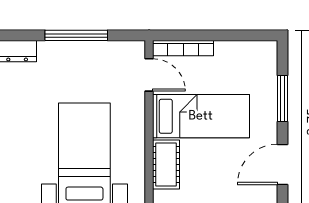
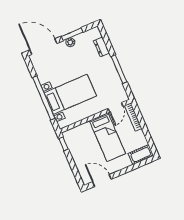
window: (282, 99) -> (130, 168), removed
cot: (166, 164) -> (141, 155), moved

